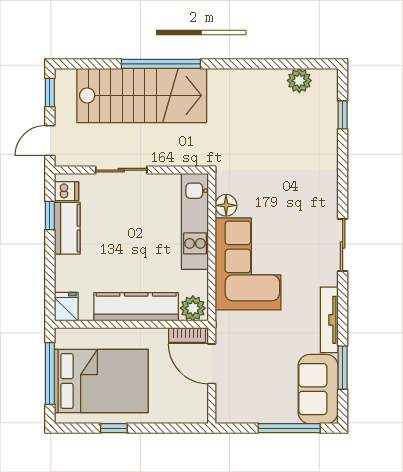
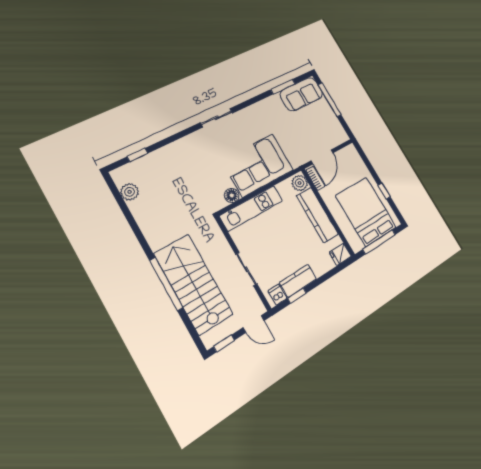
tv unit: (329, 320) -> (262, 105), removed

